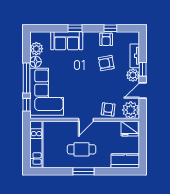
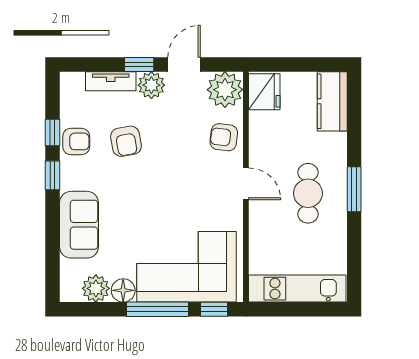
window: (75, 28) -> (53, 175), moved
door: (143, 91) -> (184, 64), swing flipped

